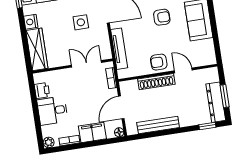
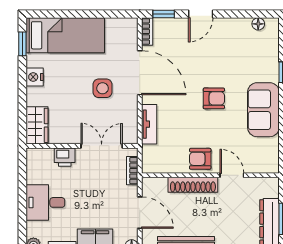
wardrobe: (37, 49) -> (37, 125), width x0.67
tv unit: (119, 49) -> (149, 124), width x0.71
printer: (42, 91) -> (65, 157), moved, turned 90
door: (121, 107) -> (140, 213), swing flipped

